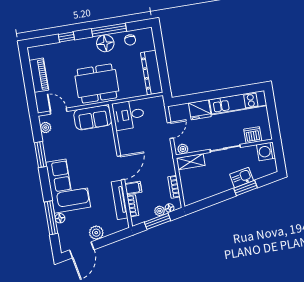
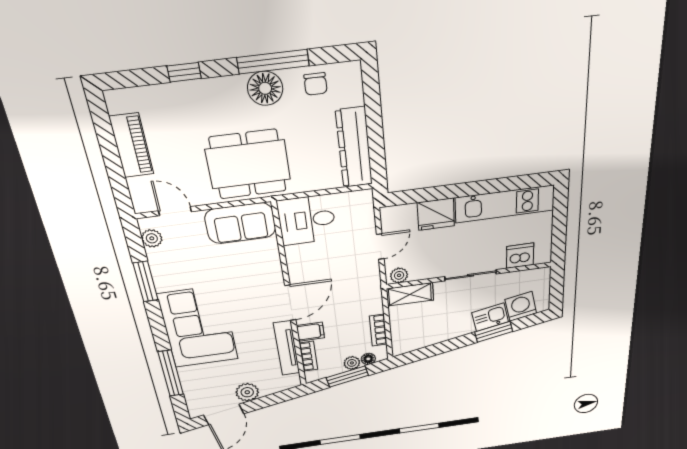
washing machine: (266, 151) -> (521, 306), moved, turned 79
floor lamp: (60, 218) -> (186, 374), removed

